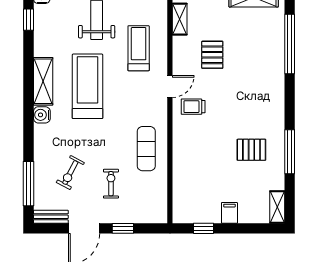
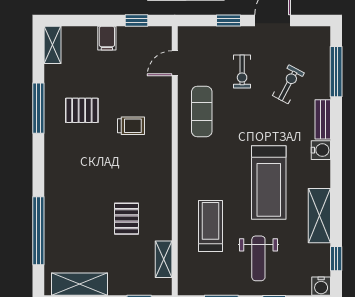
treadmill: (139, 48) -> (211, 226), turned 180
shelving: (43, 81) -> (319, 216), moved
door: (170, 86) -> (175, 63), moved
trolley: (193, 107) -> (131, 126), moved
bench: (51, 217) -> (323, 119), moved, turned 90

